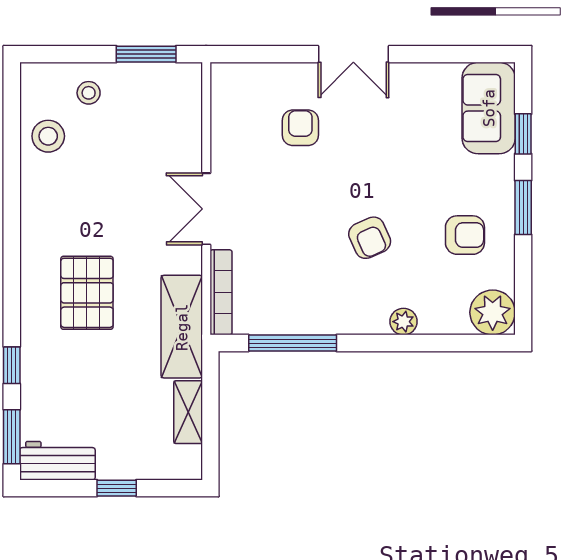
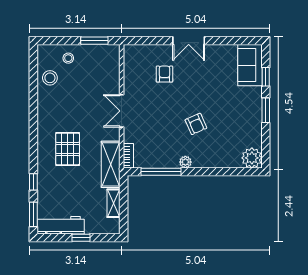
armchair: (465, 235) -> (239, 123), removed
bookcase: (221, 292) -> (128, 156), width x0.64
plant: (403, 322) -> (185, 162), moved
workbench: (57, 461) -> (61, 225), width x1.38

